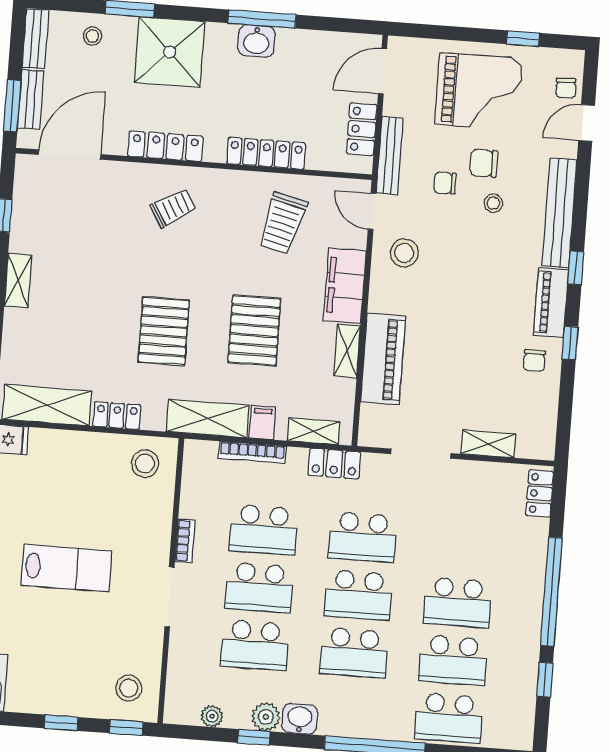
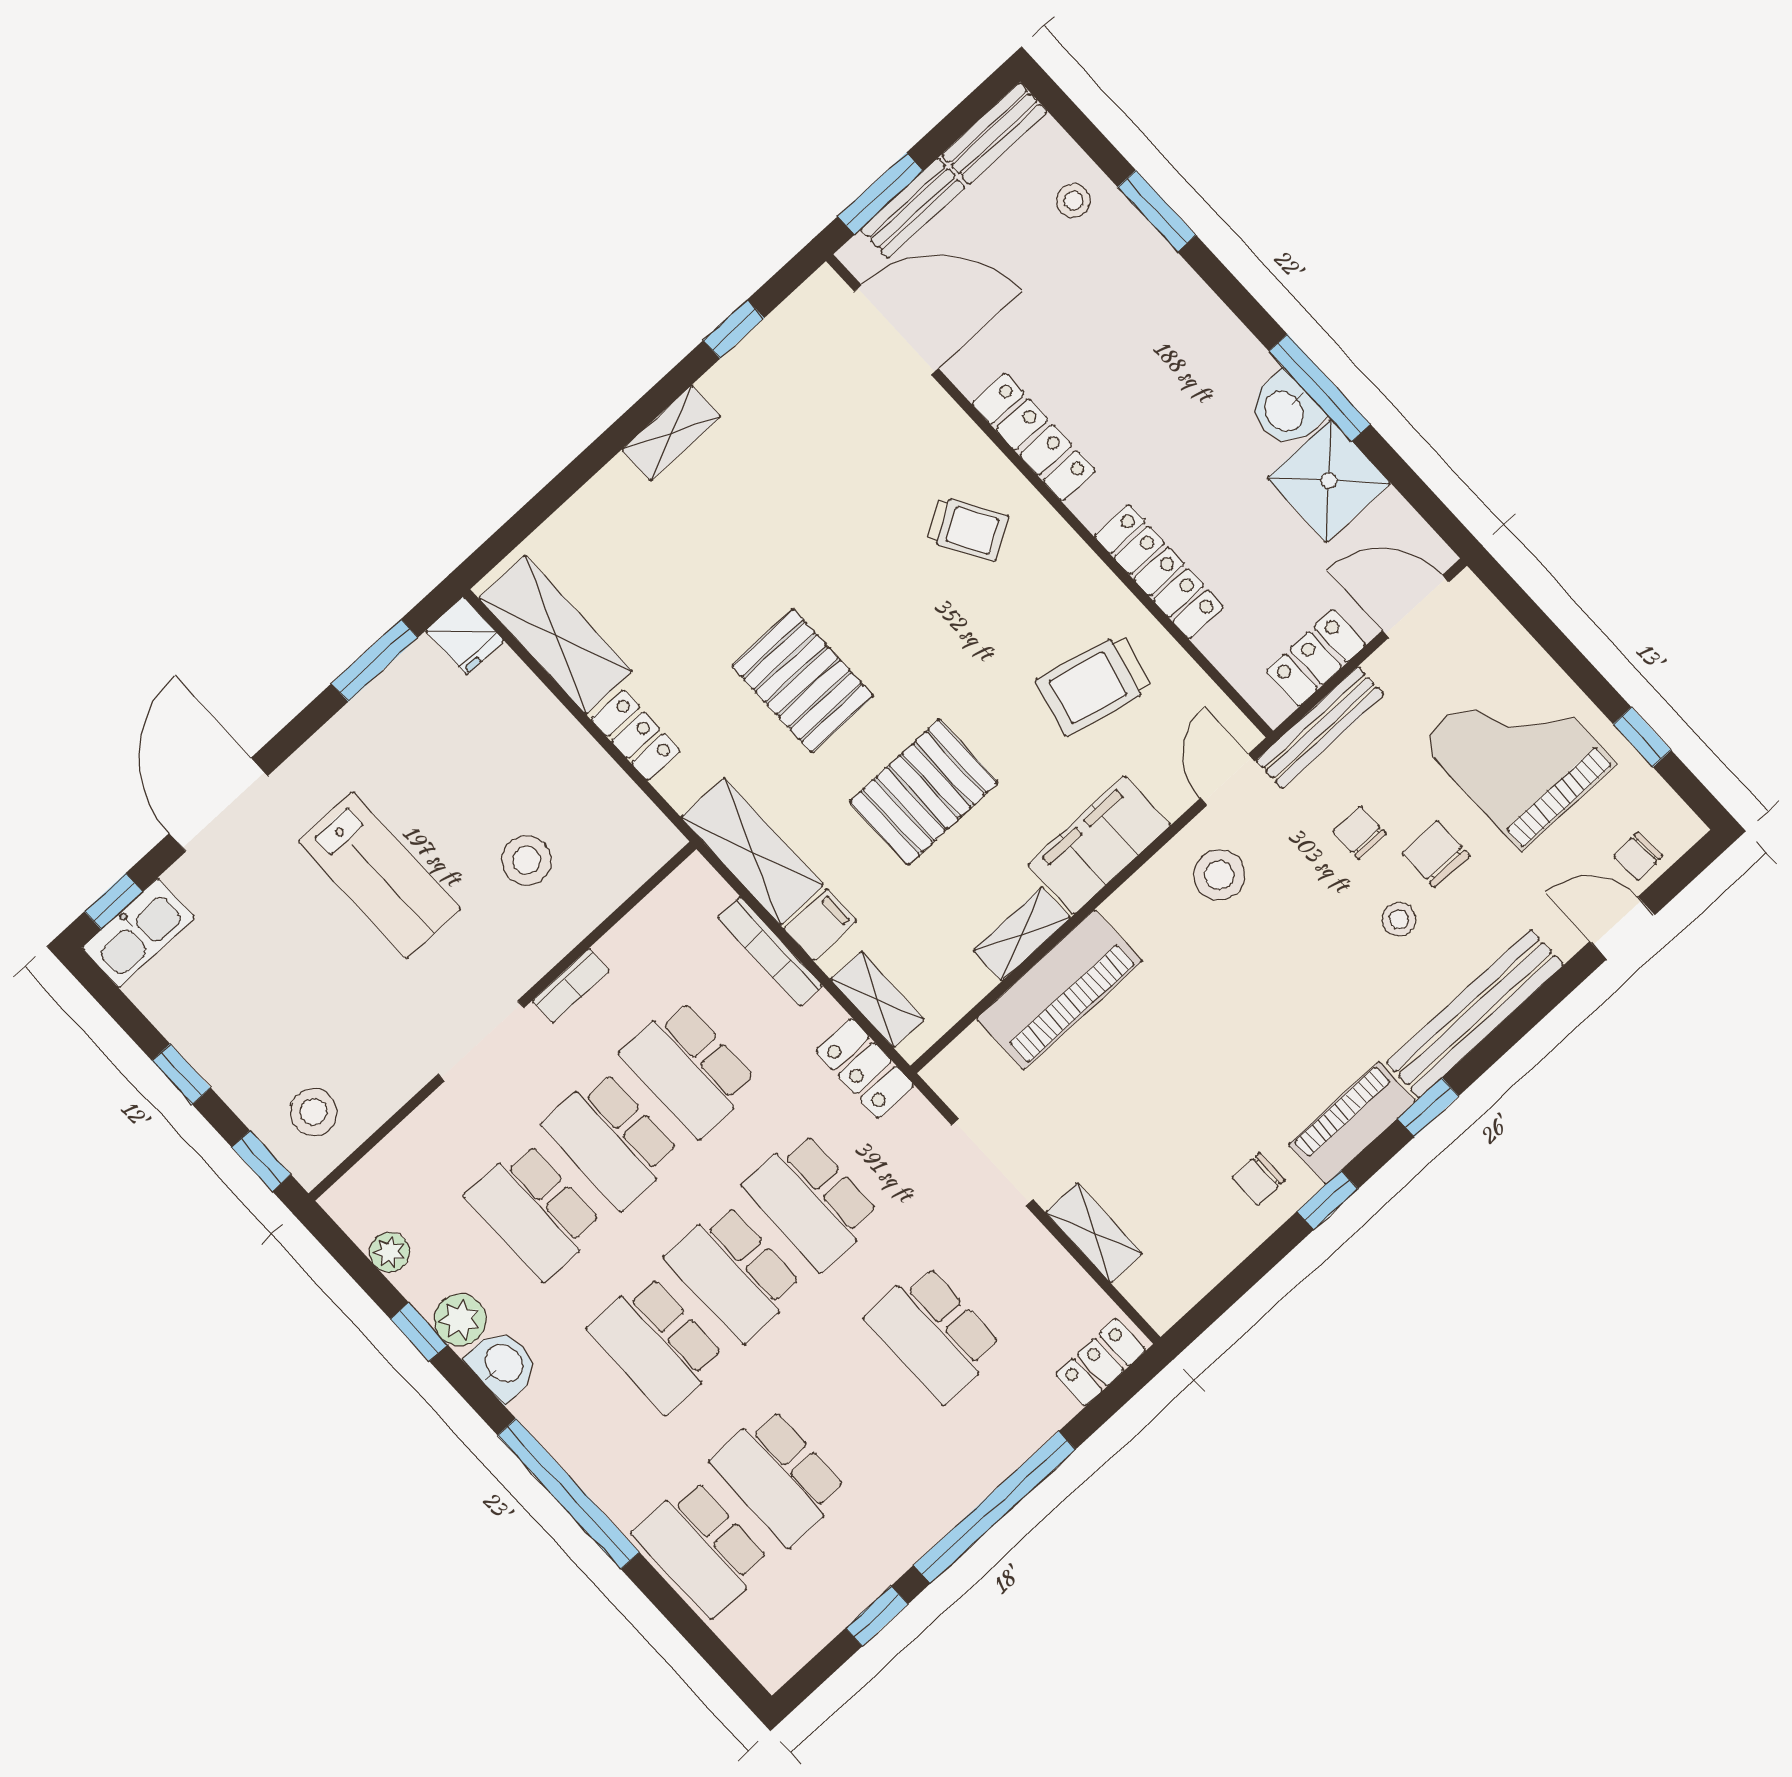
shower: (170, 52) -> (1329, 481), moved, width x0.73, depth x0.73
grand piano: (479, 91) -> (1518, 753), turned 180
pallet: (164, 331) -> (802, 681), turned 90
stool: (145, 464) -> (526, 860), moved
school desk: (457, 602) -> (934, 1334), moved

